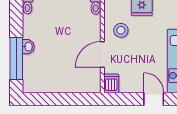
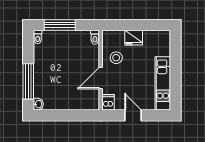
washbasin: (28, 47) -> (38, 104), moved
door: (154, 99) -> (133, 115), moved

